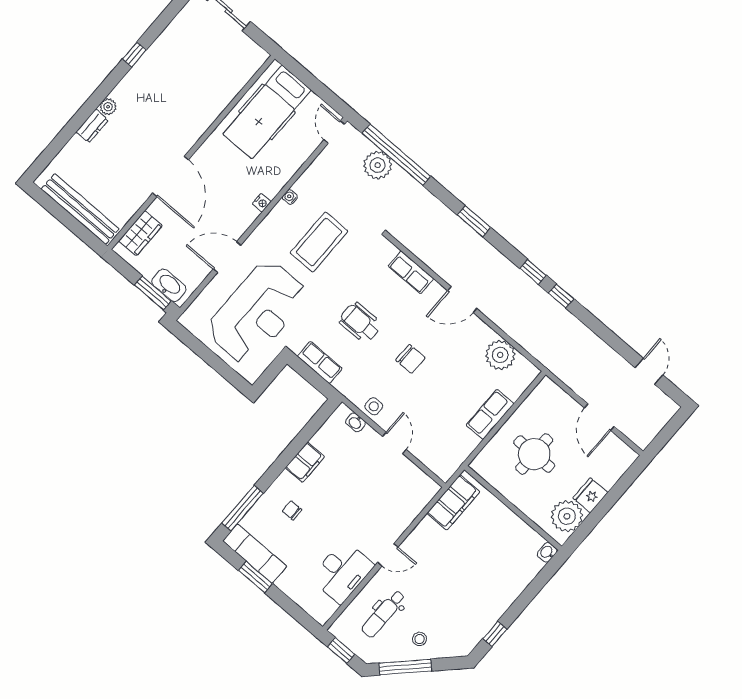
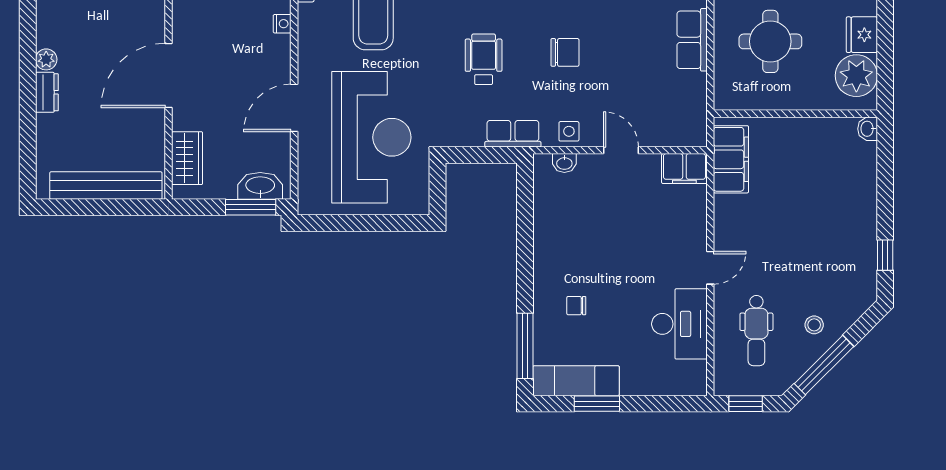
door: (171, 176) -> (168, 76), swing flipped
wheelchair: (360, 323) -> (484, 59), turned 90
row of seats: (320, 362) -> (513, 134), moved
filing cabinet: (305, 462) -> (684, 169), moved, turned 90

